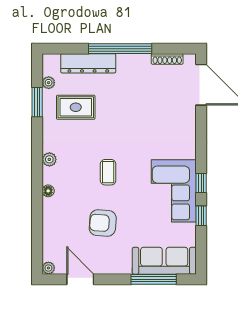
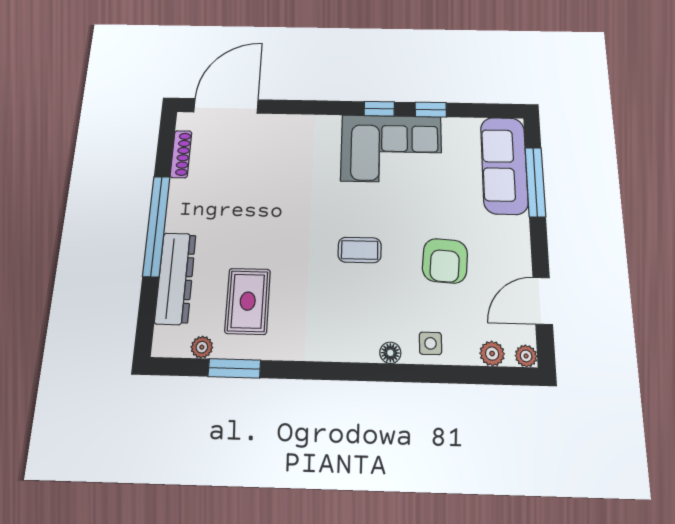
plant: (49, 159) -> (492, 354), moved
side table: (54, 214) -> (430, 343), added

